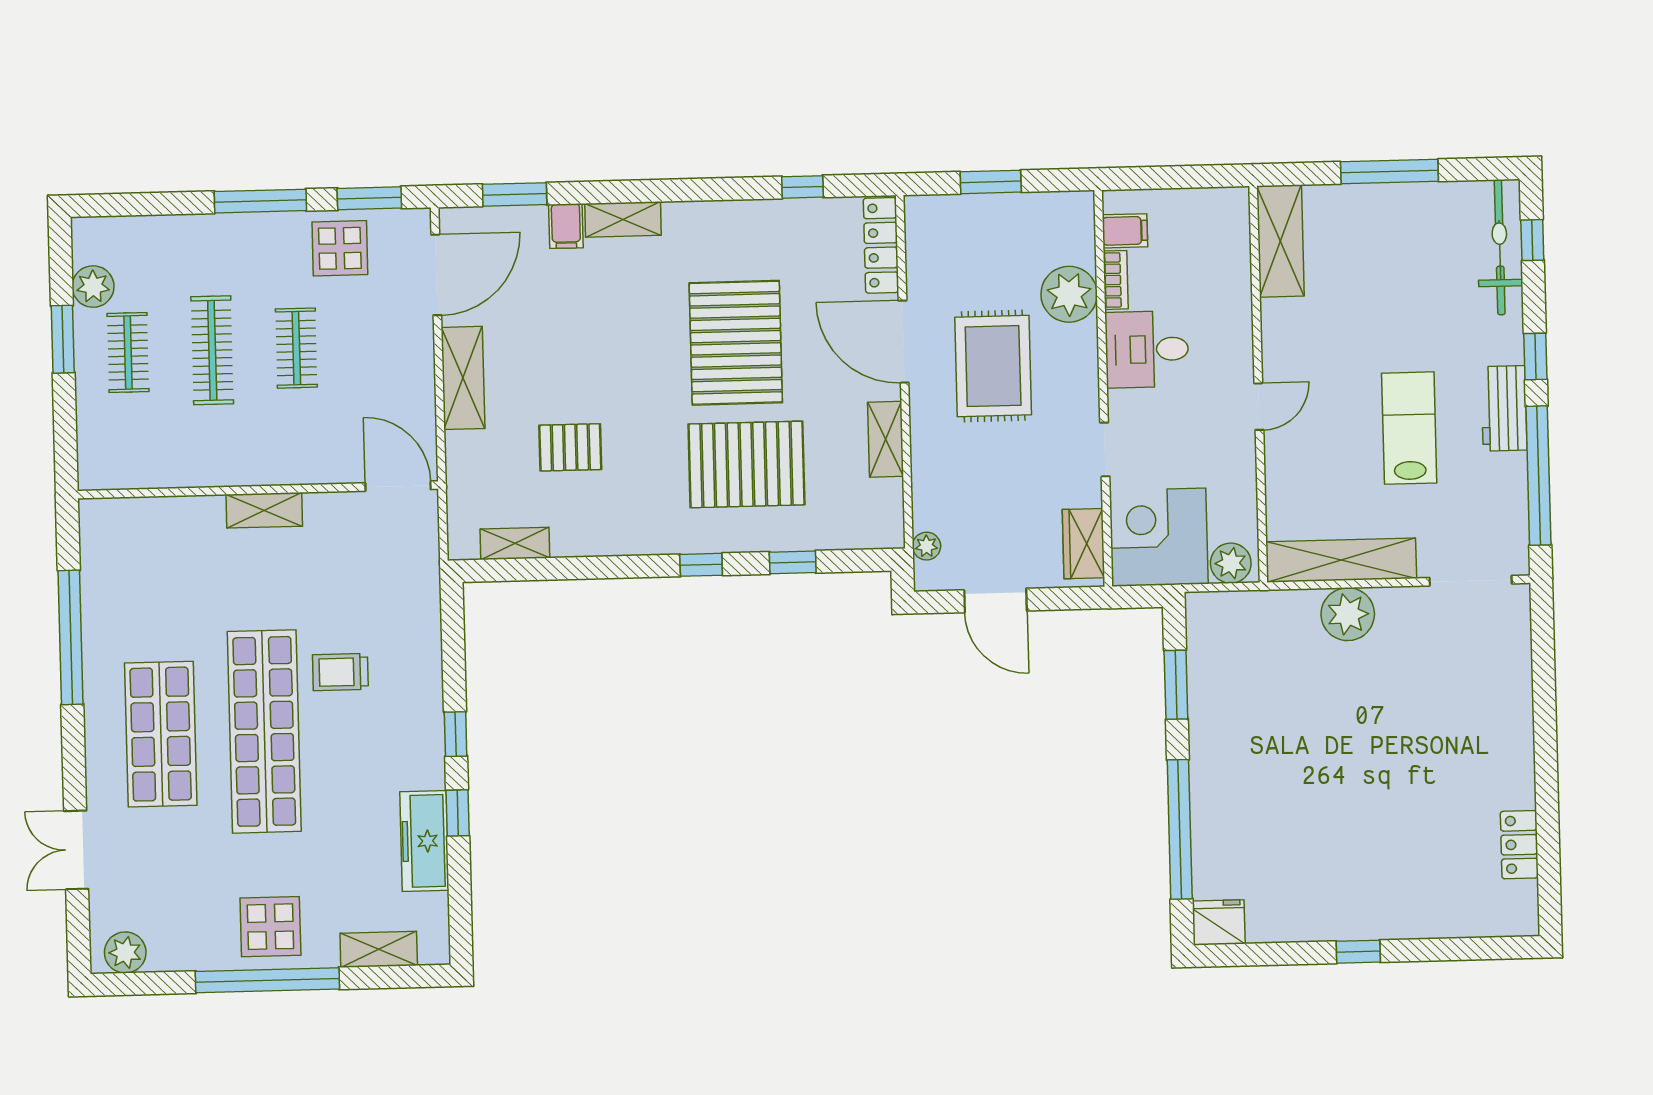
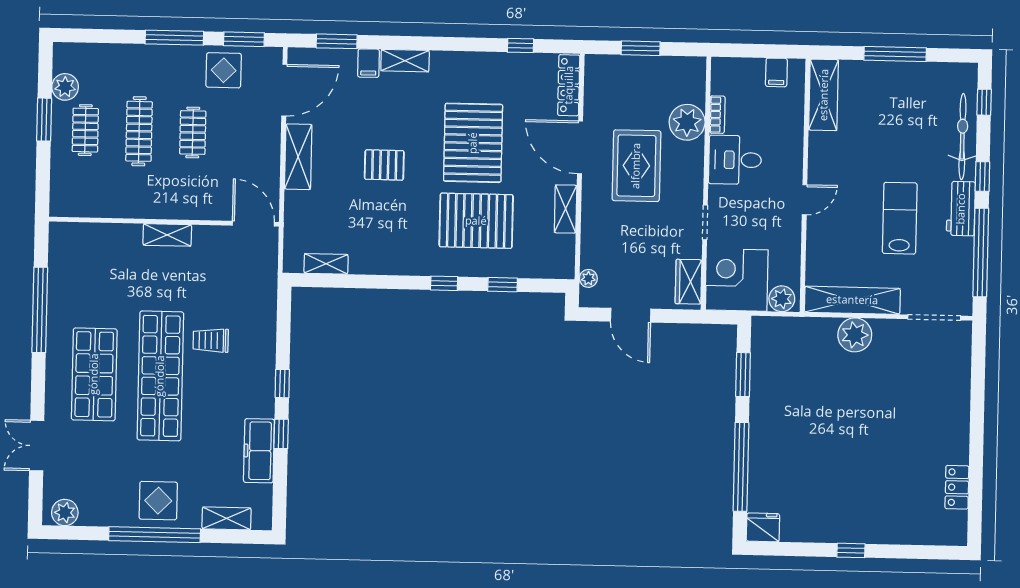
filing cabinet: (1125, 231) -> (776, 72), moved, turned 90
bicycle: (1500, 247) -> (962, 137), moved
pallet: (570, 447) -> (384, 165), moved

